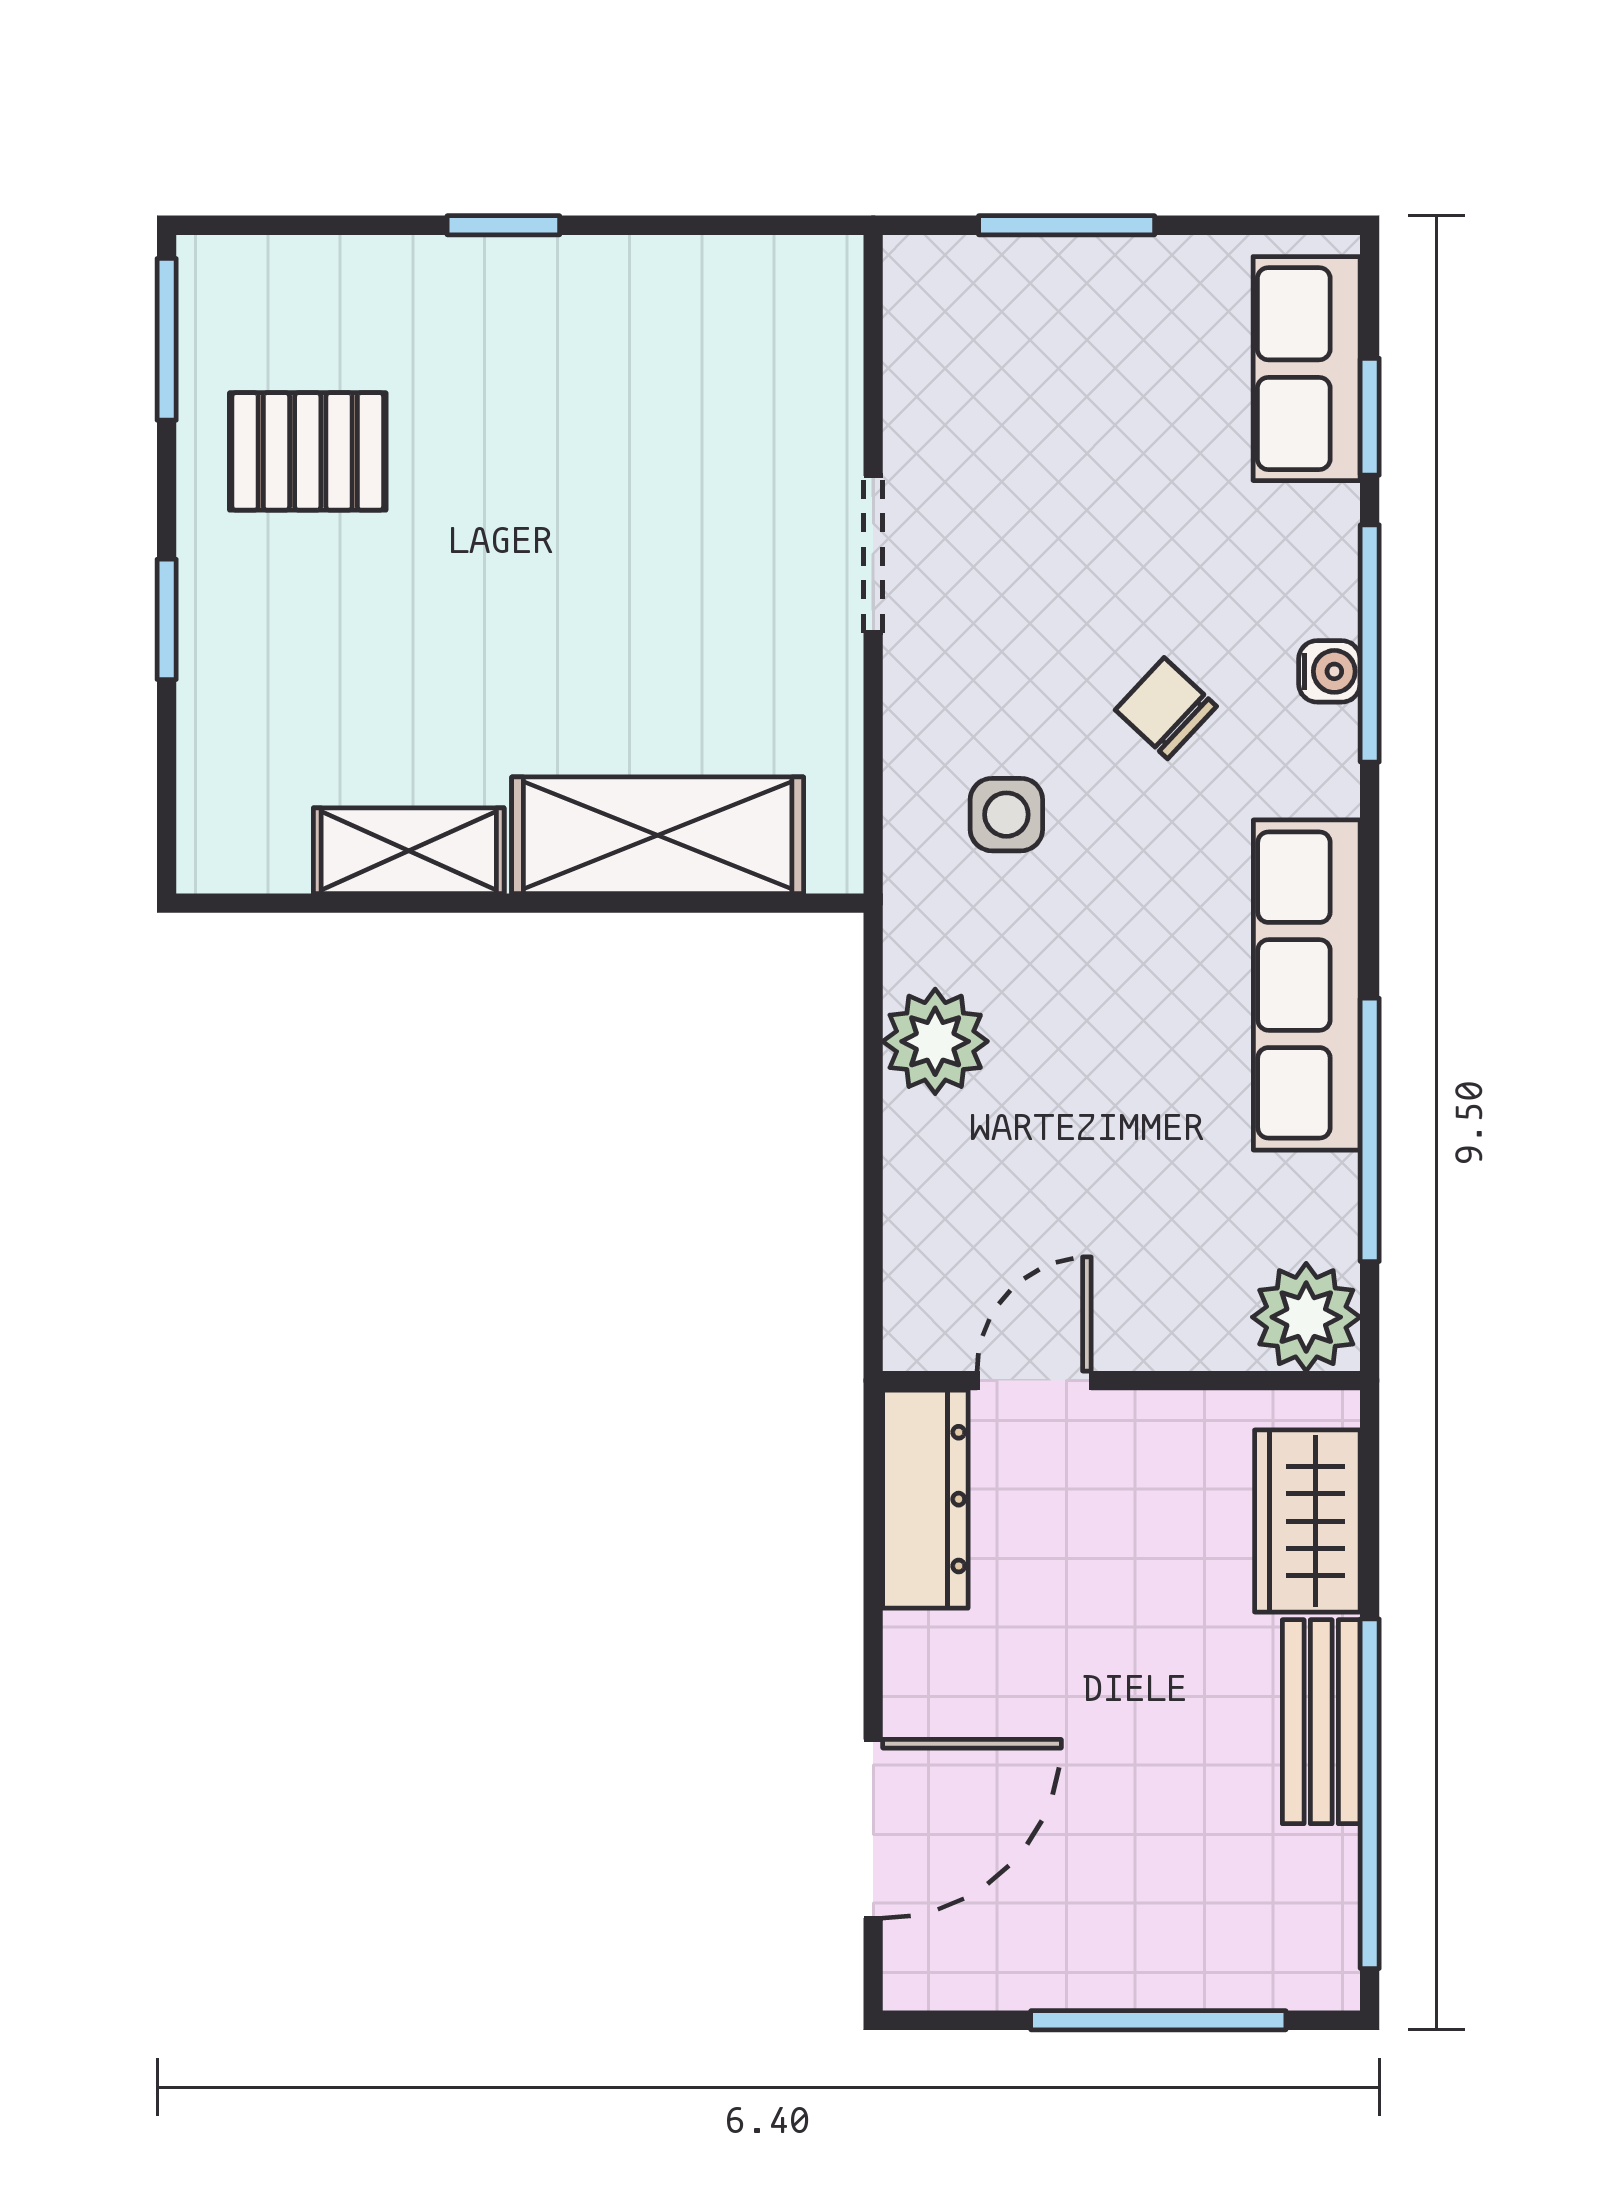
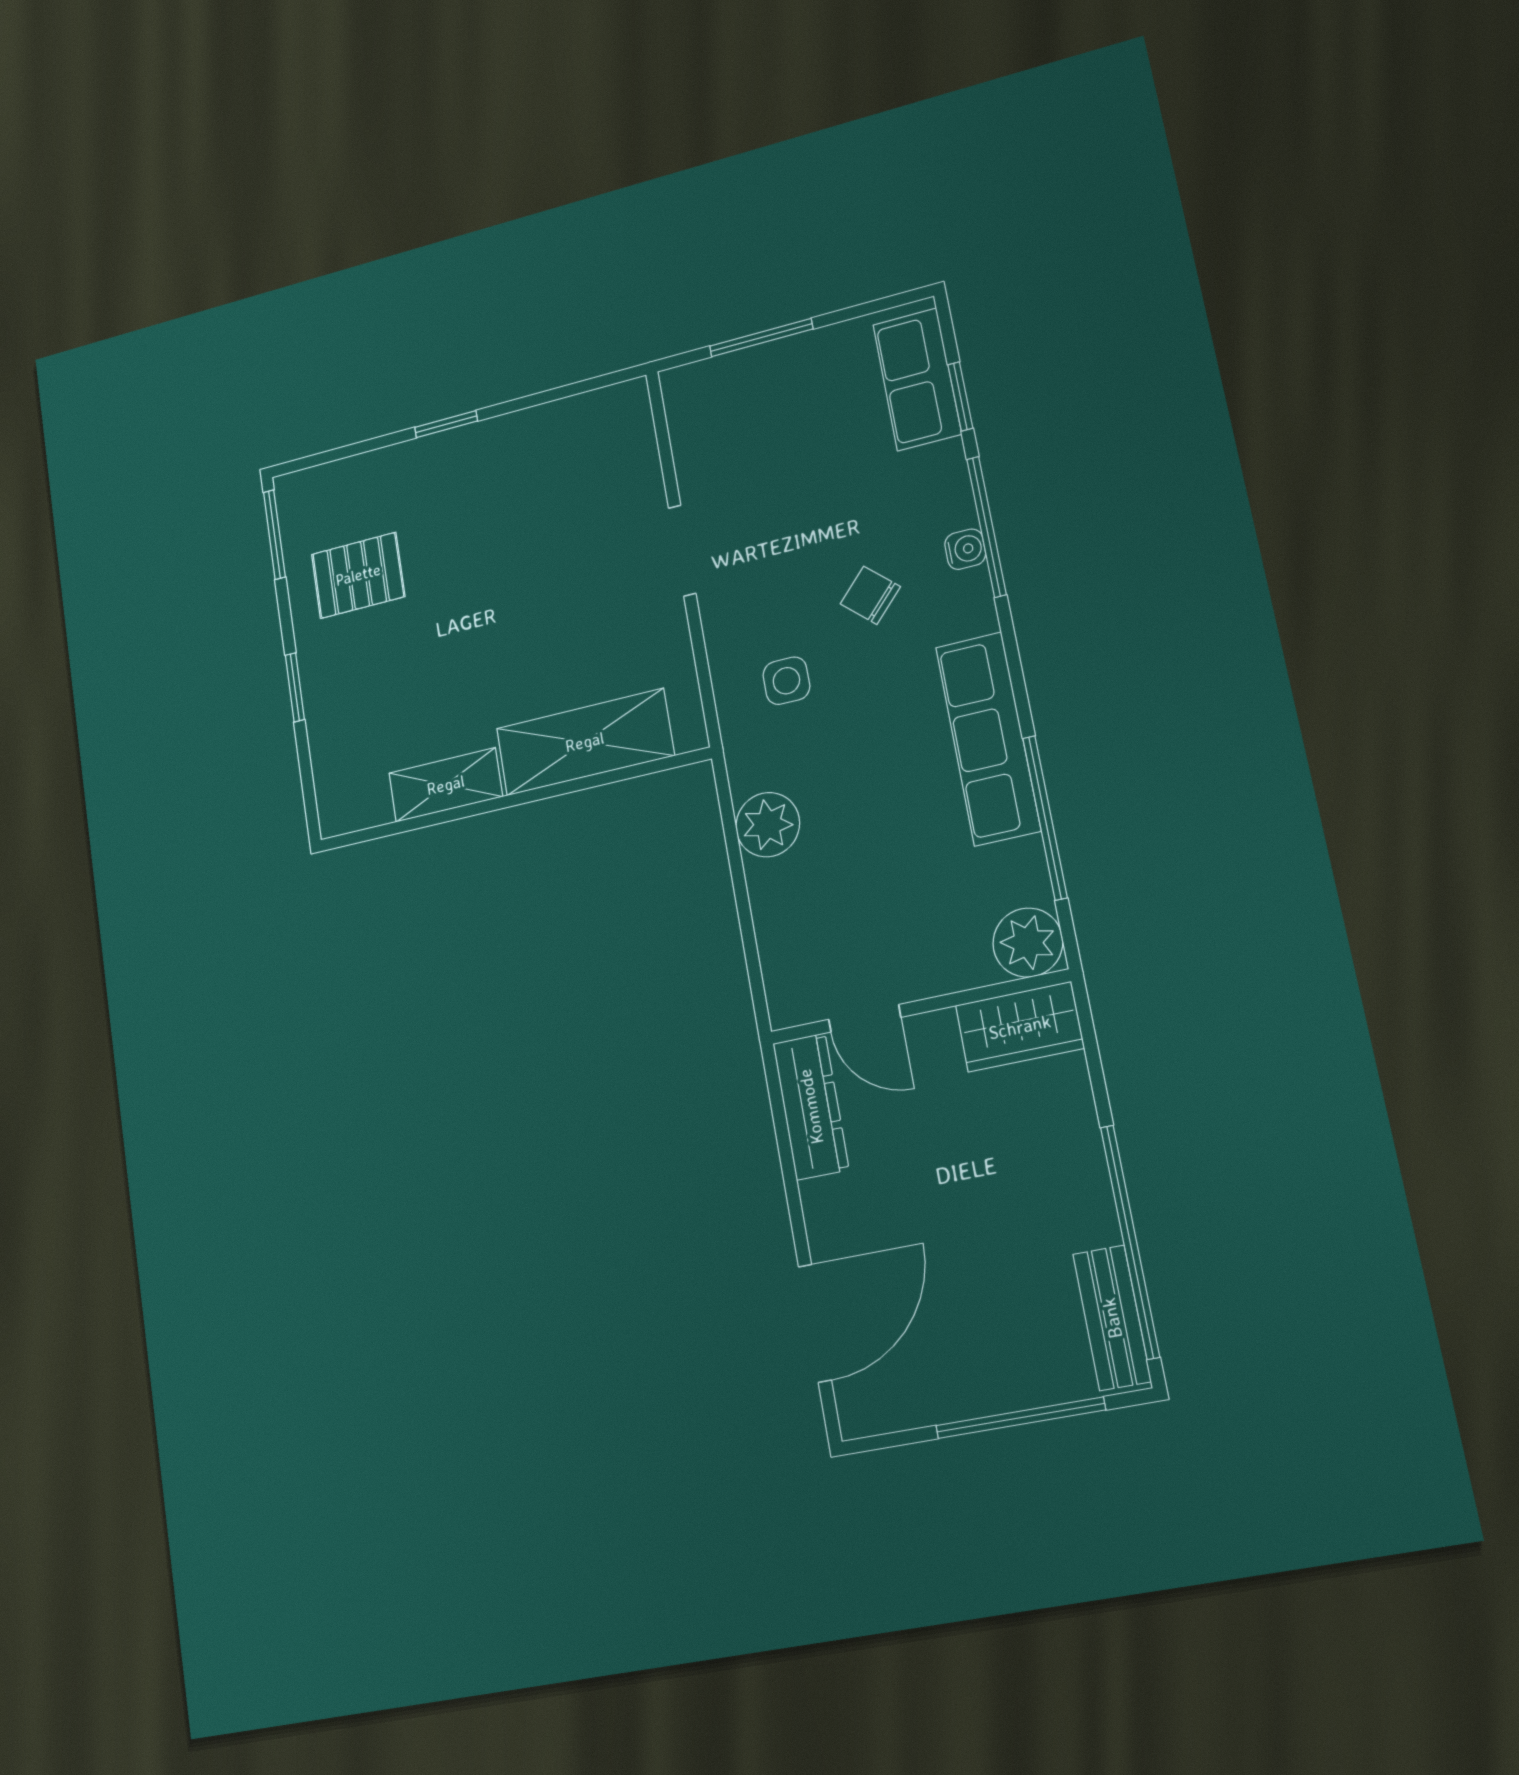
door: (1034, 1381) -> (865, 1018), swing flipped
wardrobe: (1307, 1521) -> (1020, 1027), moved, turned -90
bench: (1321, 1722) -> (1112, 1318), moved

